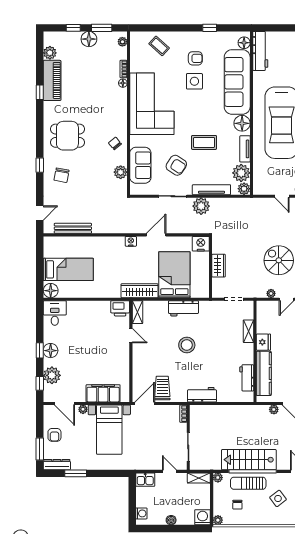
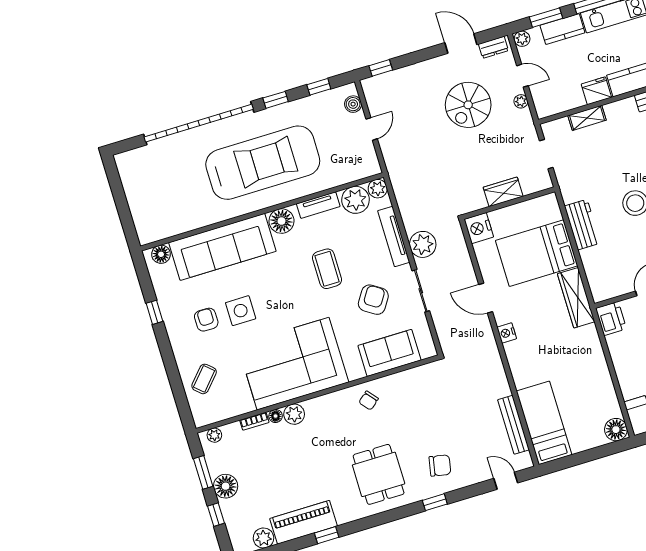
workbench: (260, 51) -> (166, 227), removed
plant: (121, 172) -> (294, 414), moved
bed: (68, 269) -> (544, 423), moved
shelving: (137, 312) -> (609, 291), removed

